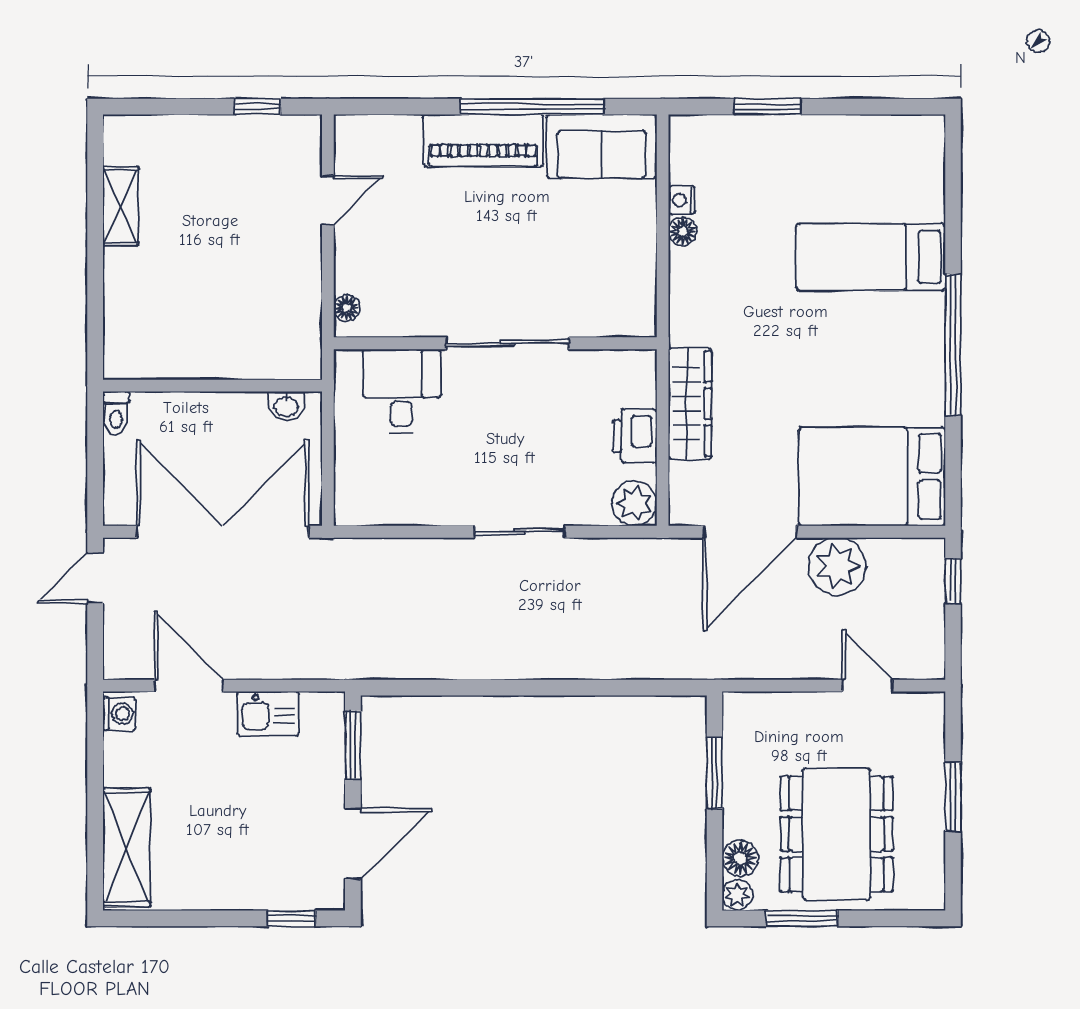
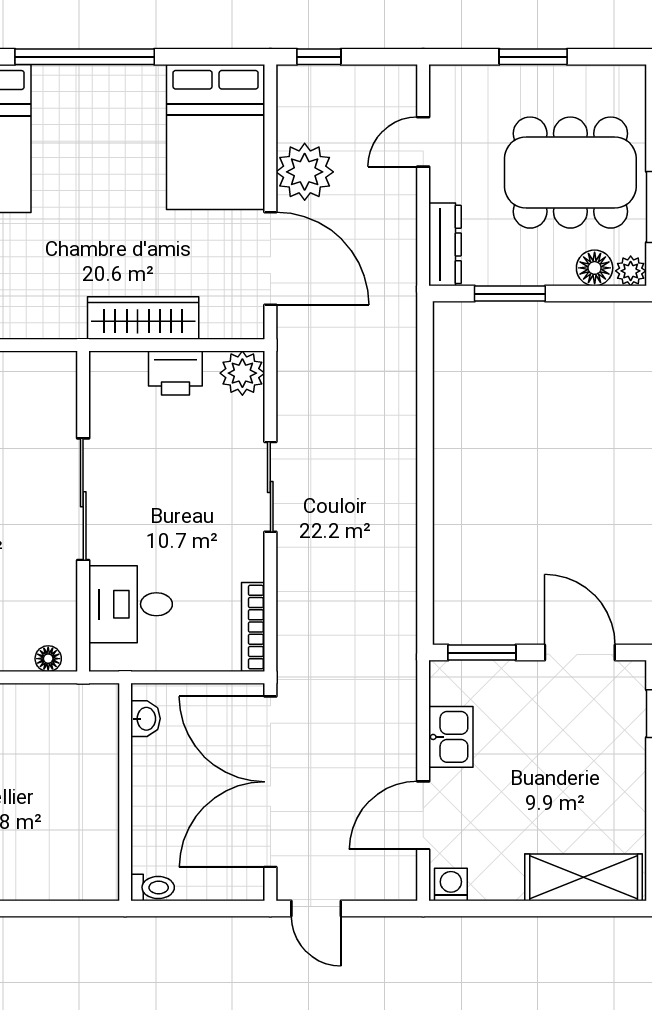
bookcase: (379, 514) -> (253, 627), added
dresser: (764, 708) -> (445, 244), added

